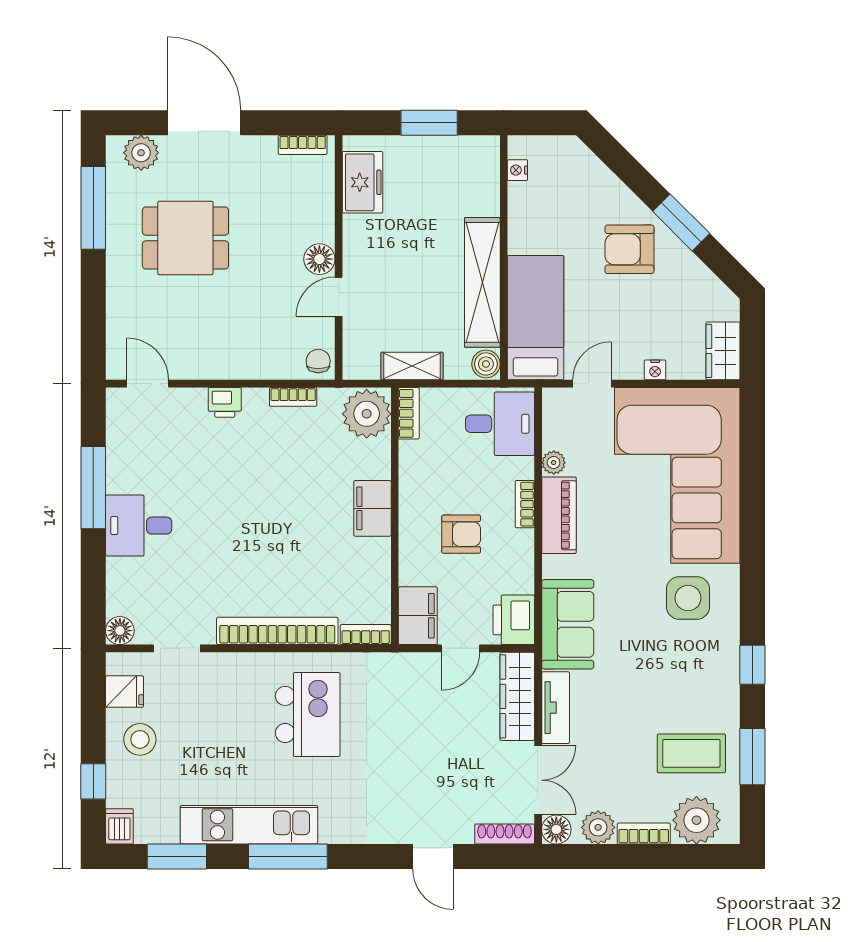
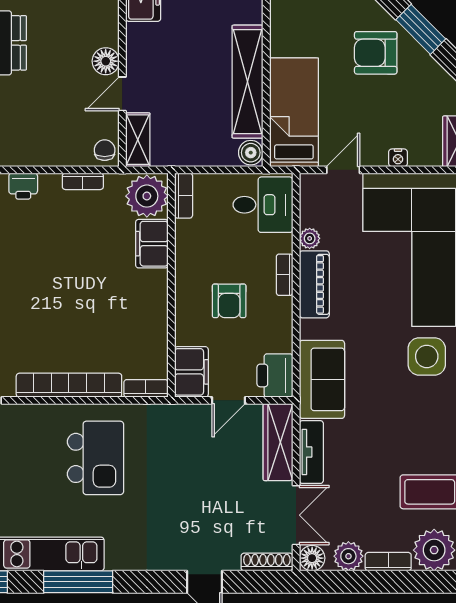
shelving: (412, 366) -> (138, 140), moved, turned 90
filing cabinet: (372, 508) -> (152, 244), moved
armchair: (461, 534) -> (229, 301), turned 90

